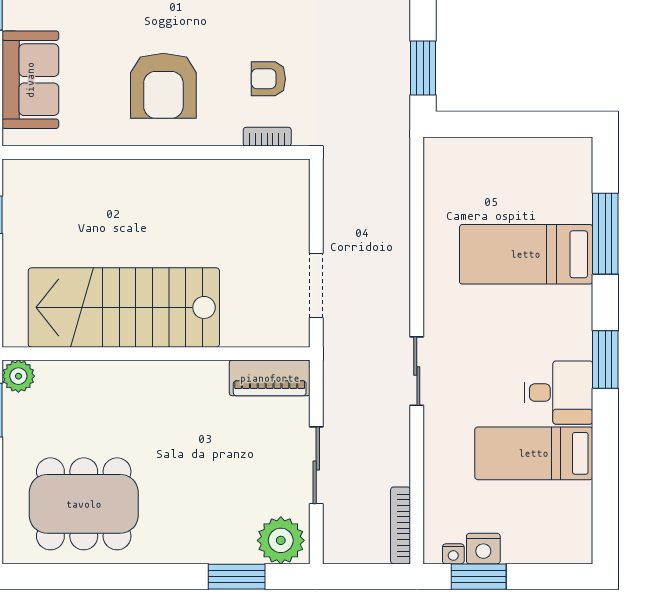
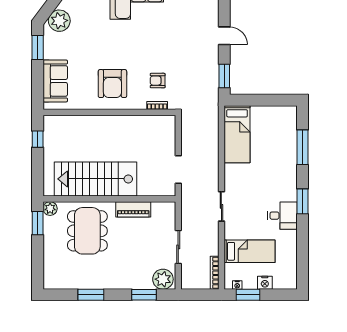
bed: (526, 254) -> (237, 134), moved, turned -90
piano: (270, 378) -> (133, 209), moved
bed: (534, 453) -> (250, 251), moved, turned 180
dining table: (84, 504) -> (87, 231), moved, turned 90
nightstand: (483, 549) -> (265, 283), moved
window: (113, 577) -> (91, 295), added

